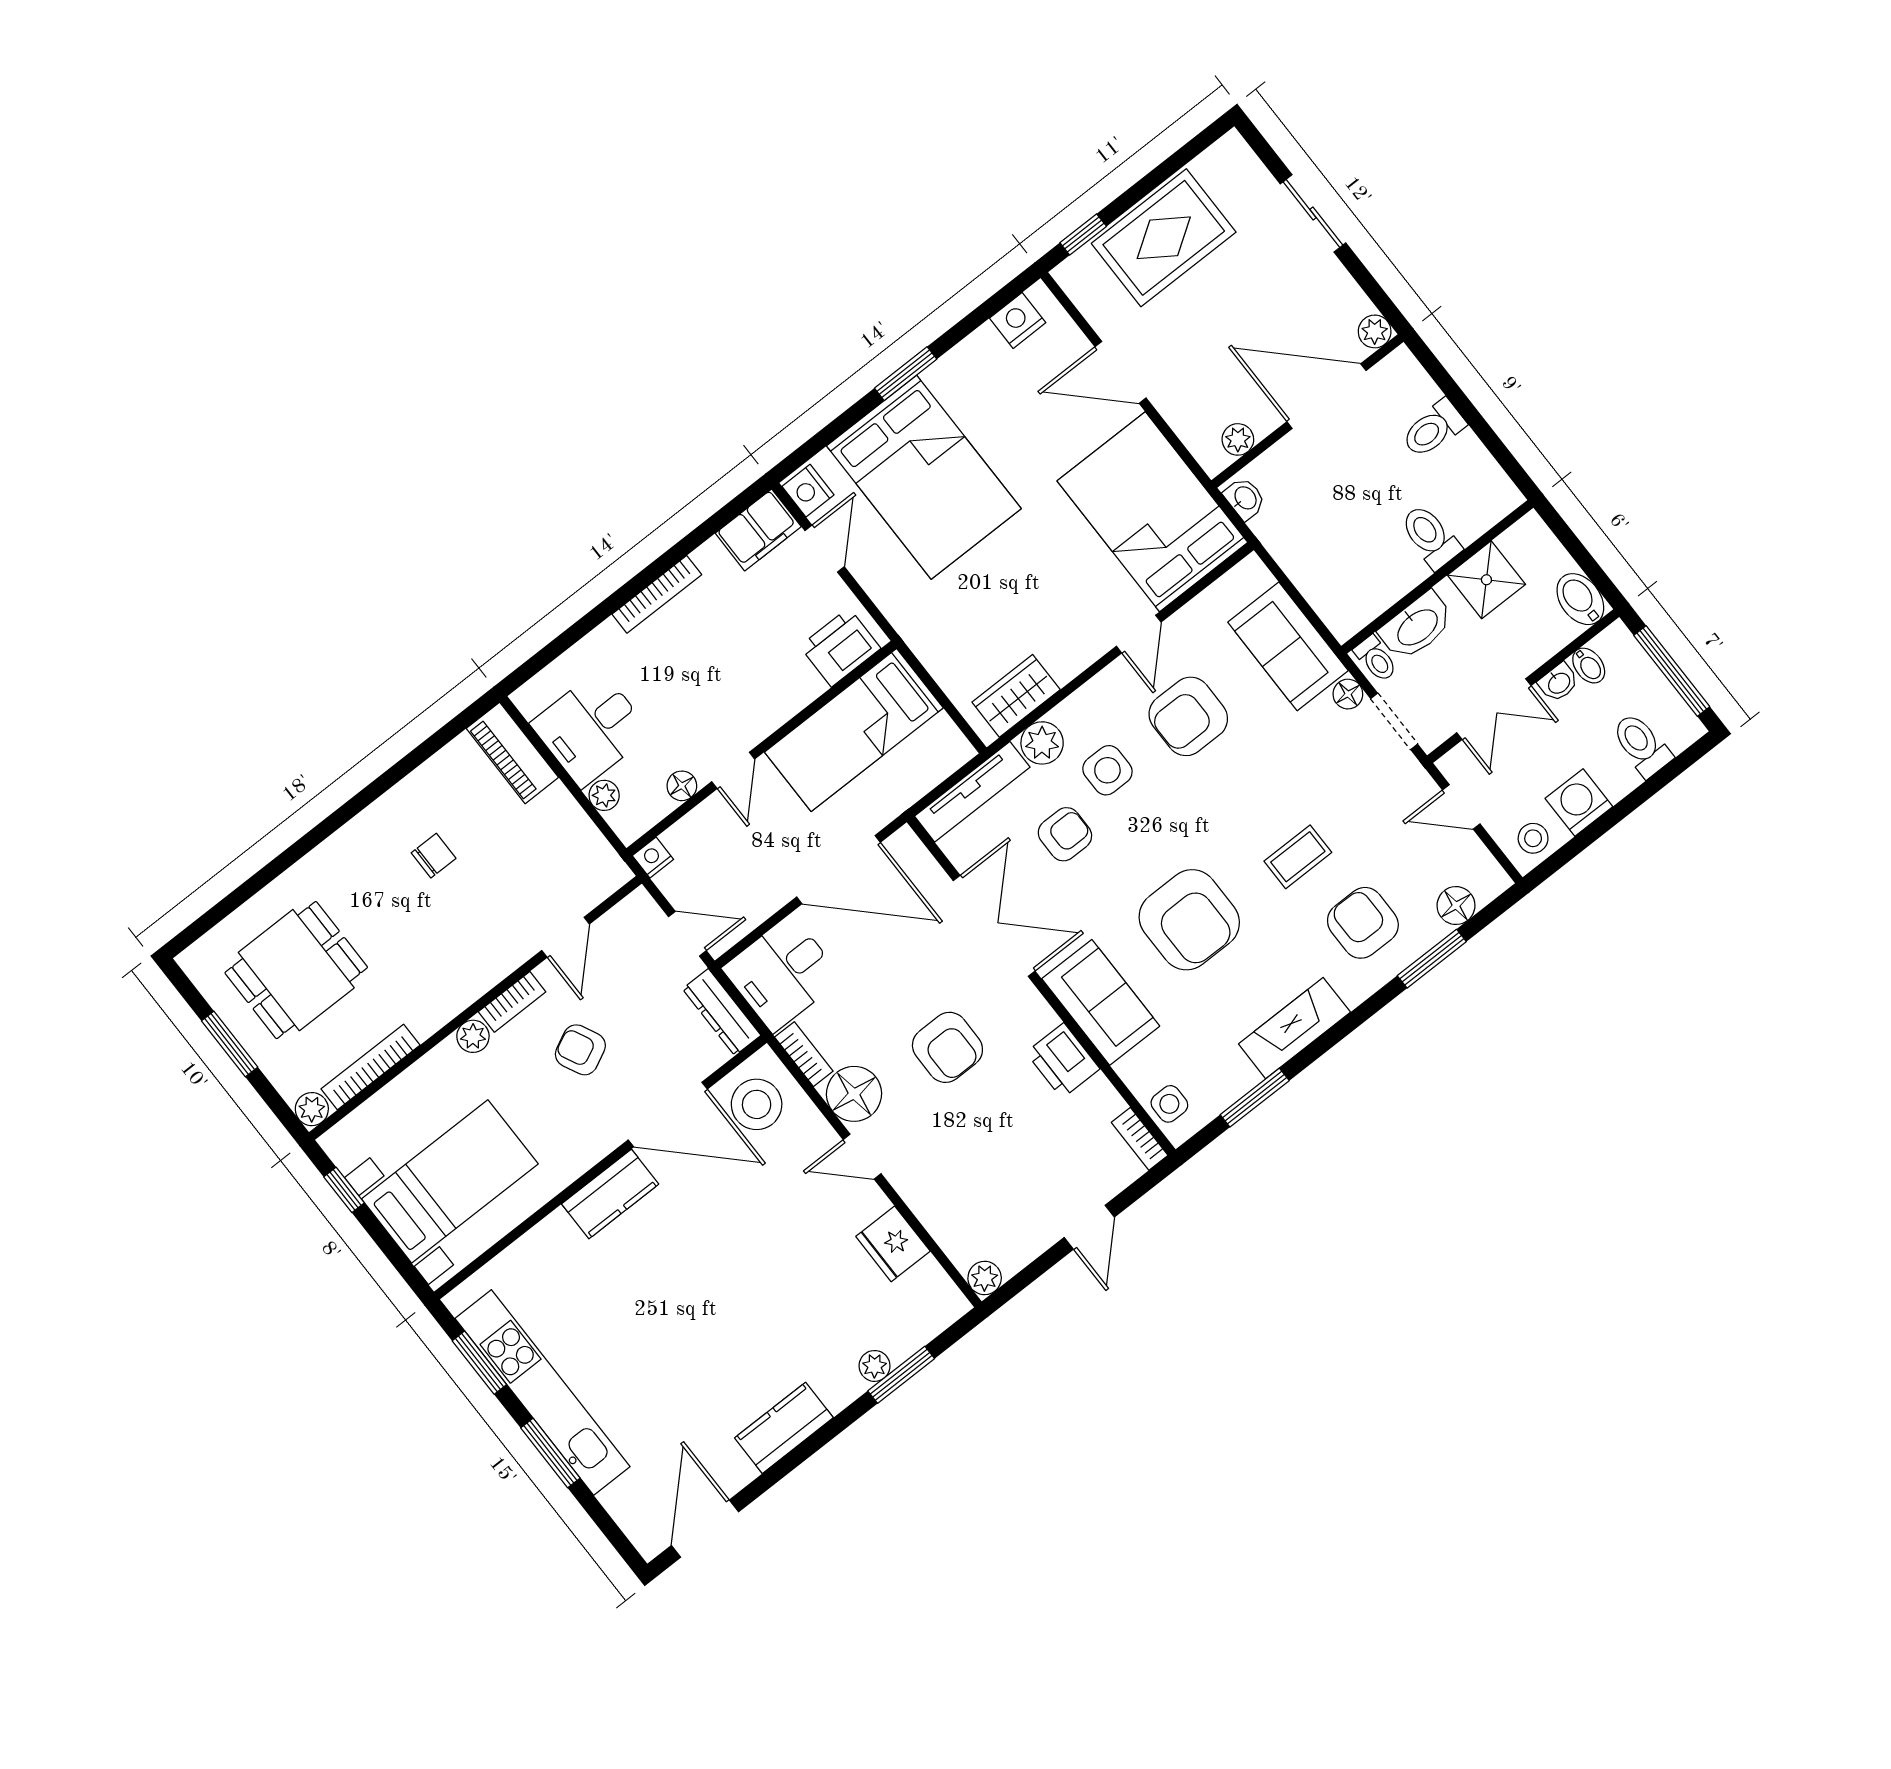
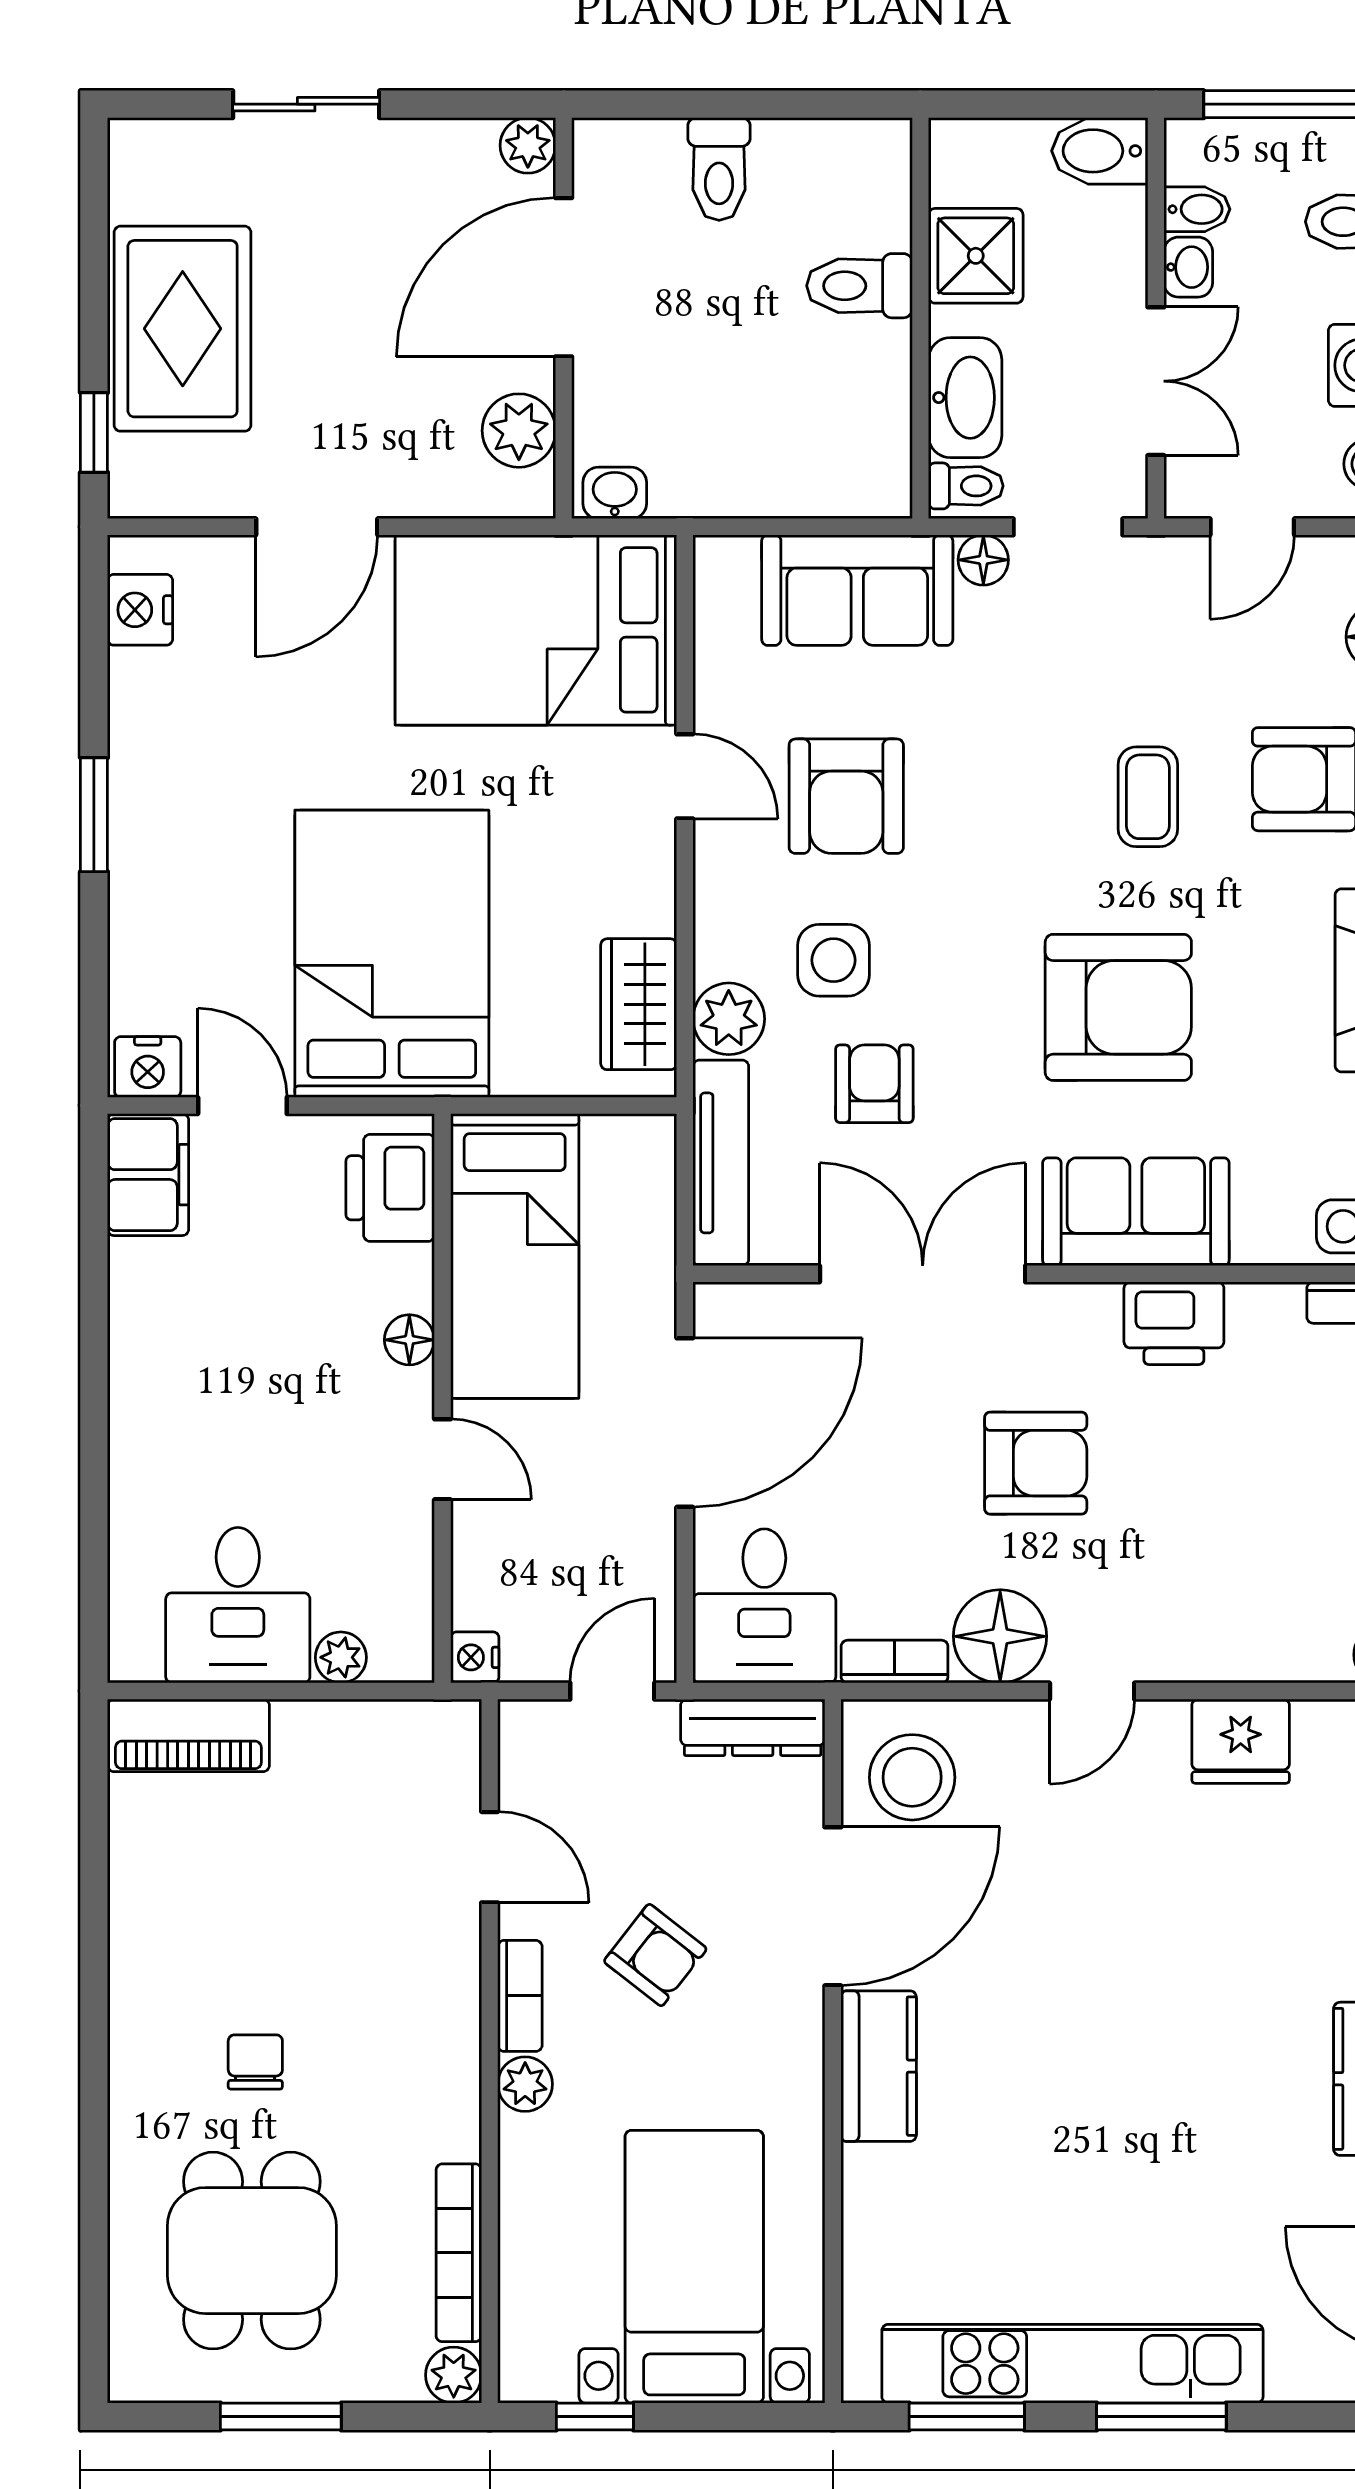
plant: (1238, 439) -> (519, 431), width x1.38, depth x1.38
bed: (924, 477) -> (392, 954), moved, turned -90
bookcase: (657, 594) -> (128, 1377), removed
floor lamp: (682, 786) -> (409, 1340), moved
chair: (434, 856) -> (255, 2062), moved
armchair: (580, 1050) -> (655, 1955), turned -116

